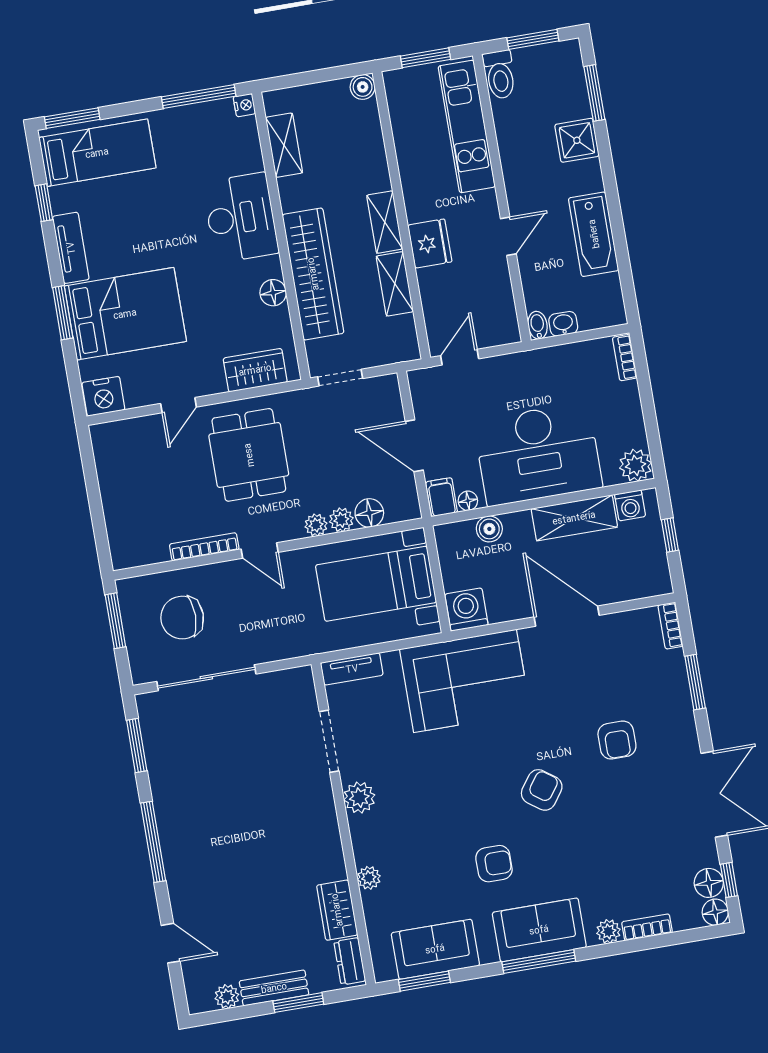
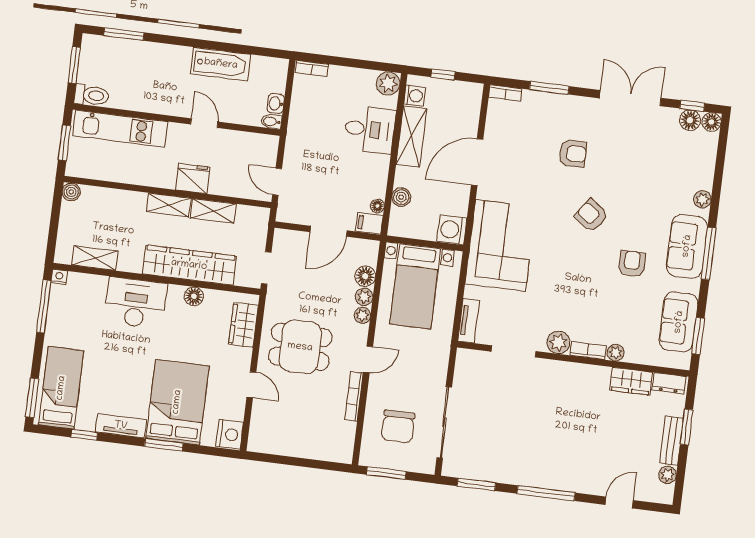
shower: (577, 140) -> (153, 56), removed
desk: (538, 454) -> (370, 130), width x0.53, depth x0.77
bookcase: (647, 927) -> (588, 351), moved, turned 90

